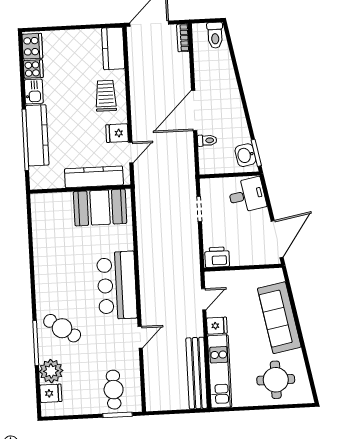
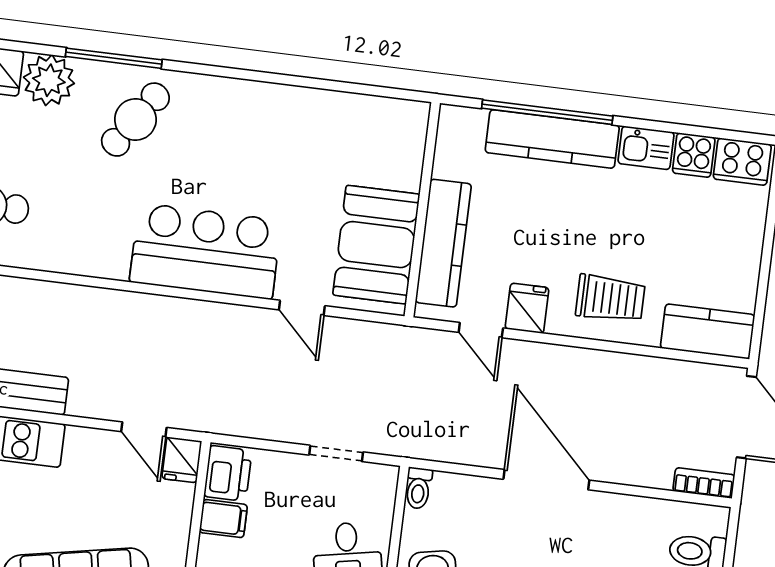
toilet: (207, 140) -> (418, 488), moved
filing cabinet: (238, 256) -> (223, 519), added
fridge: (217, 326) -> (182, 460), moved
door: (140, 337) -> (302, 308), moved

